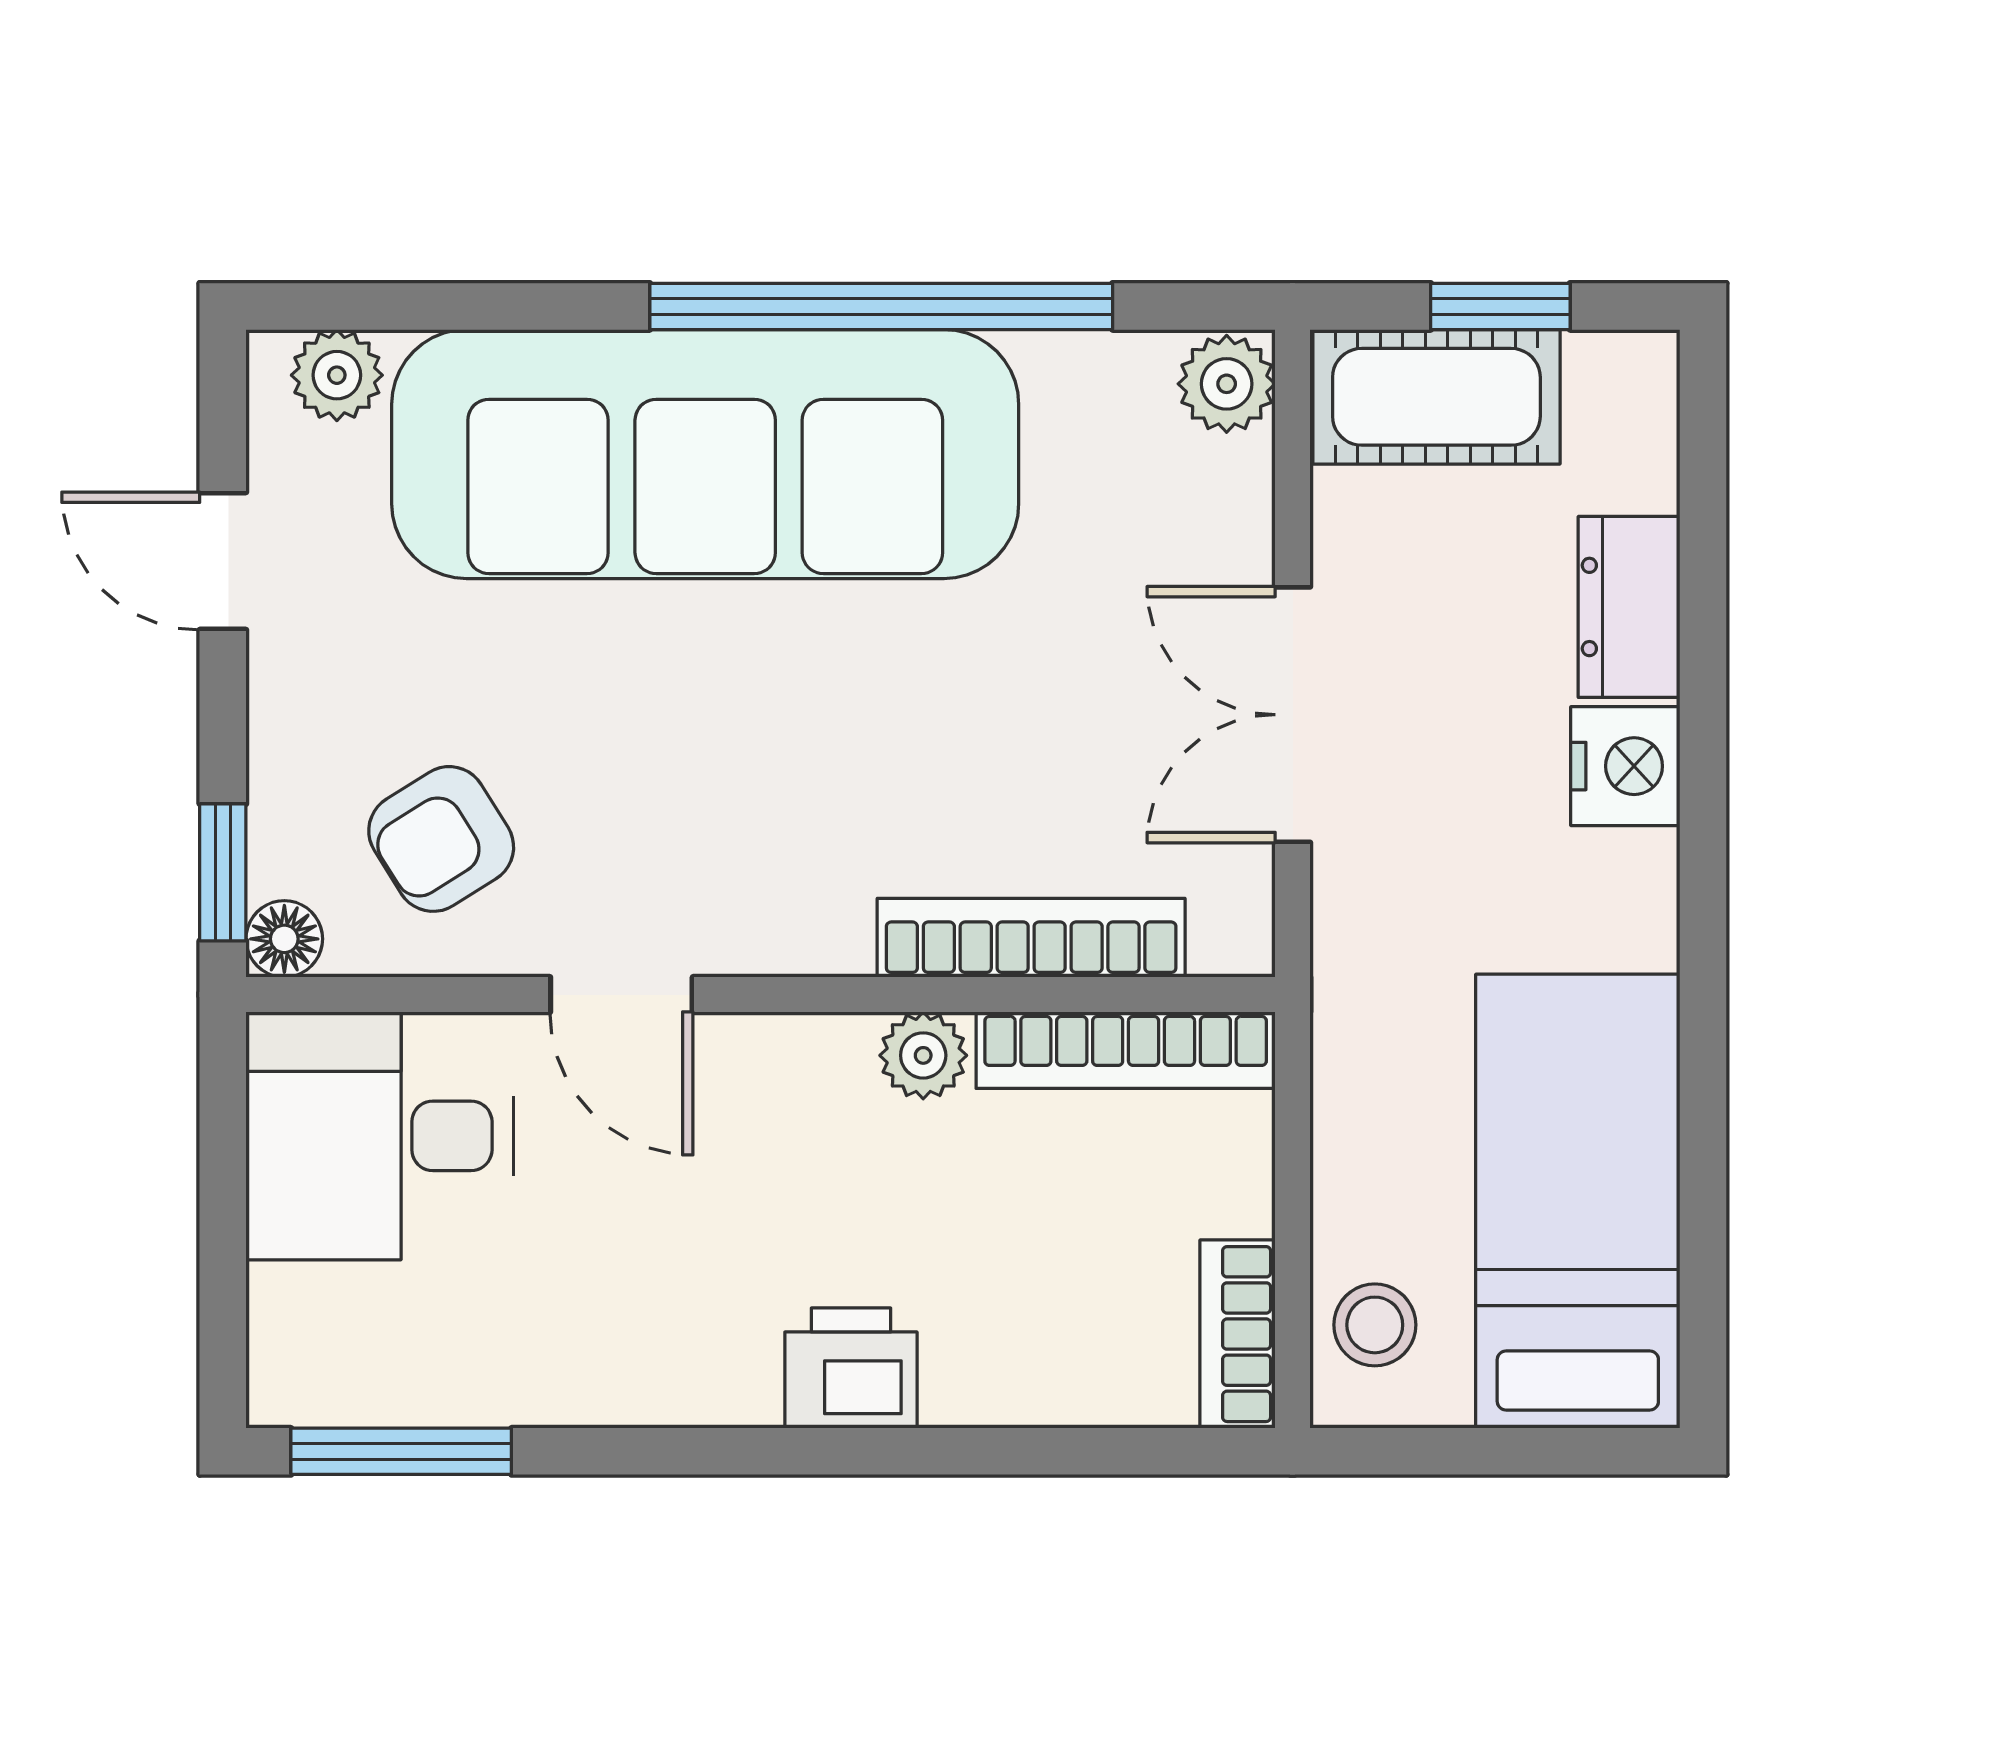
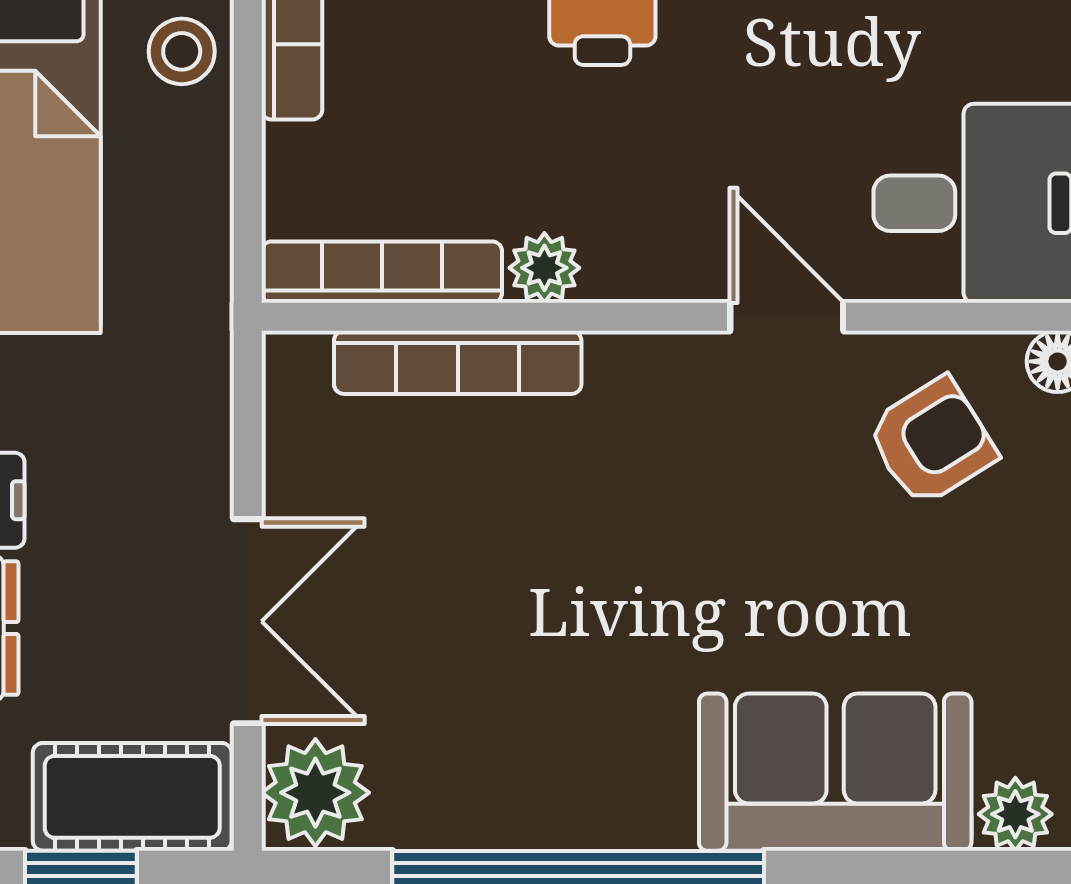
plant: (1227, 384) -> (315, 793), width x1.38, depth x1.38
sofa: (705, 454) -> (835, 772), width x0.54, depth x0.79
double door: (1293, 715) -> (248, 621), moved

